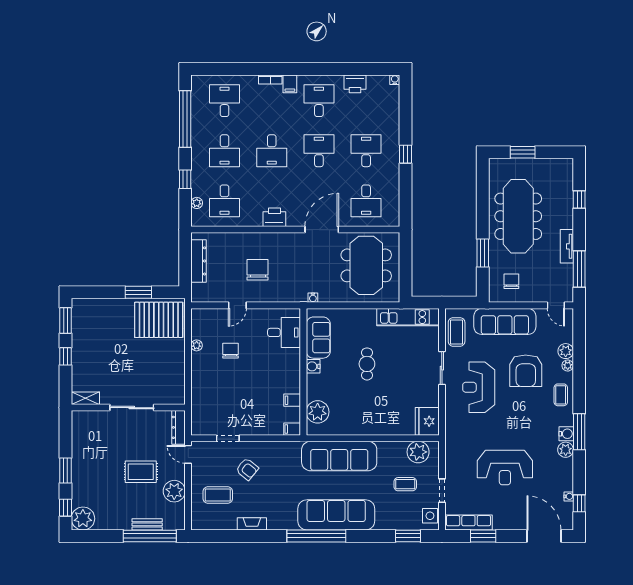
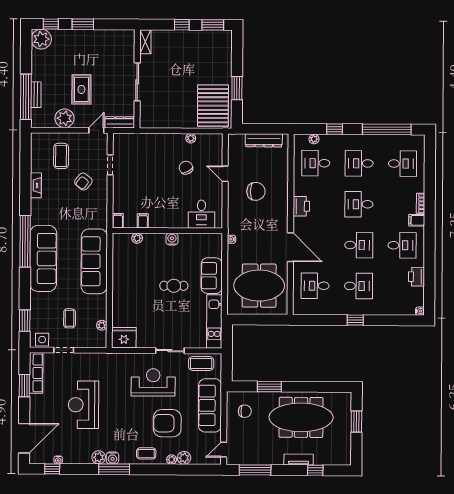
tv unit: (567, 246) -> (299, 460), moved
sofa: (318, 338) -> (212, 276), moved, turned 90
chair: (231, 351) -> (186, 168), turned -117
plant: (318, 412) -> (137, 238), width x0.53, depth x0.53
plant: (418, 452) -> (102, 325), width x0.53, depth x0.53

